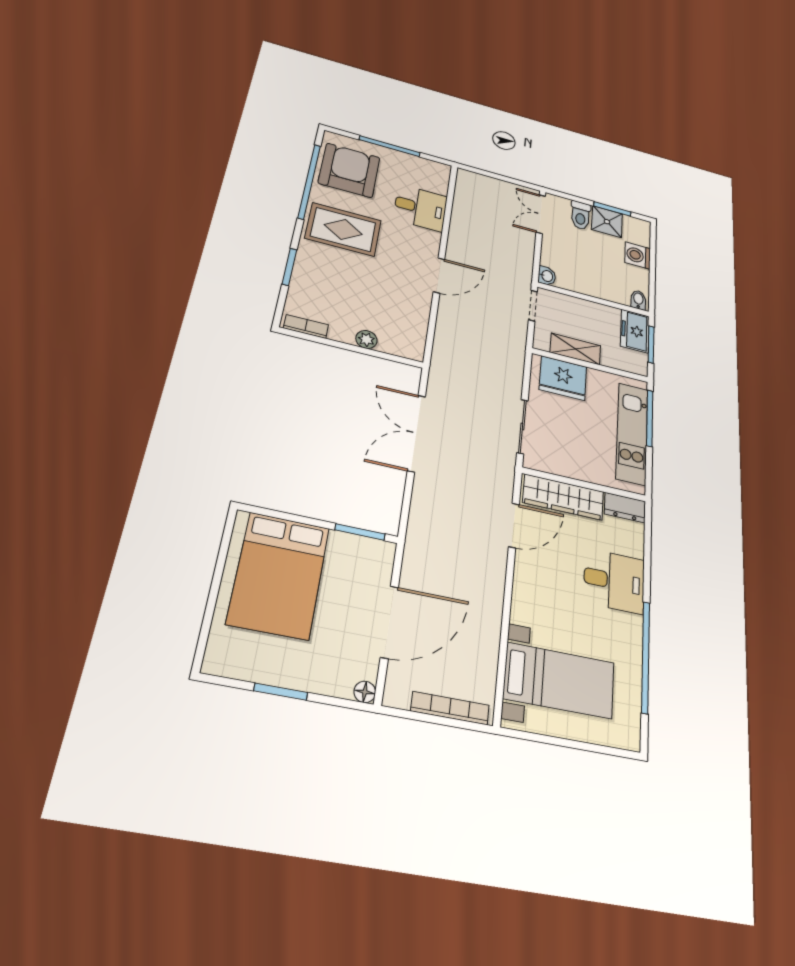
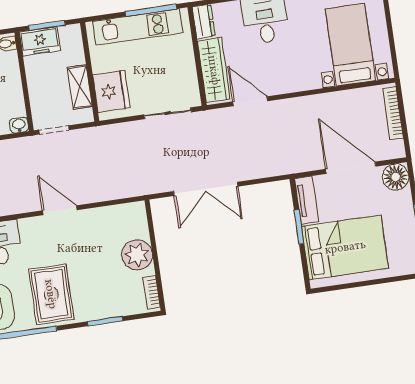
plant: (366, 339) -> (137, 255), width x1.88, depth x1.88
window: (650, 418) -> (151, 10), moved
window: (360, 532) -> (299, 227), moved
tv unit: (362, 548) -> (307, 200), added
floor lamp: (365, 692) -> (396, 177), width x1.89, depth x1.89

